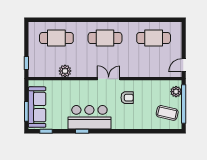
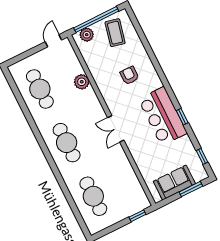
door: (184, 65) -> (53, 41), swing flipped
plant: (65, 71) -> (82, 82), moved
double door: (109, 79) -> (116, 129), moved
armchair: (127, 98) -> (129, 75), moved
sofa: (37, 107) -> (174, 183), width x0.73

